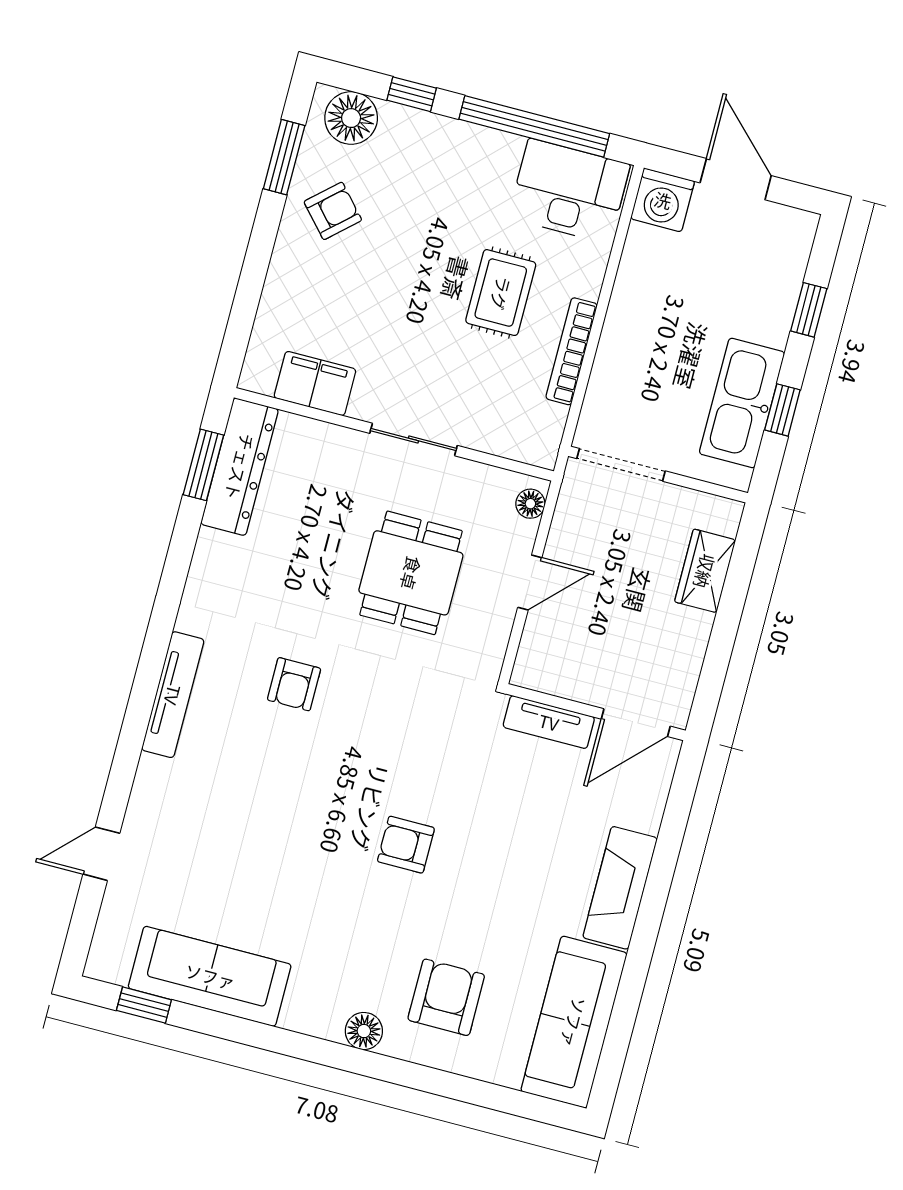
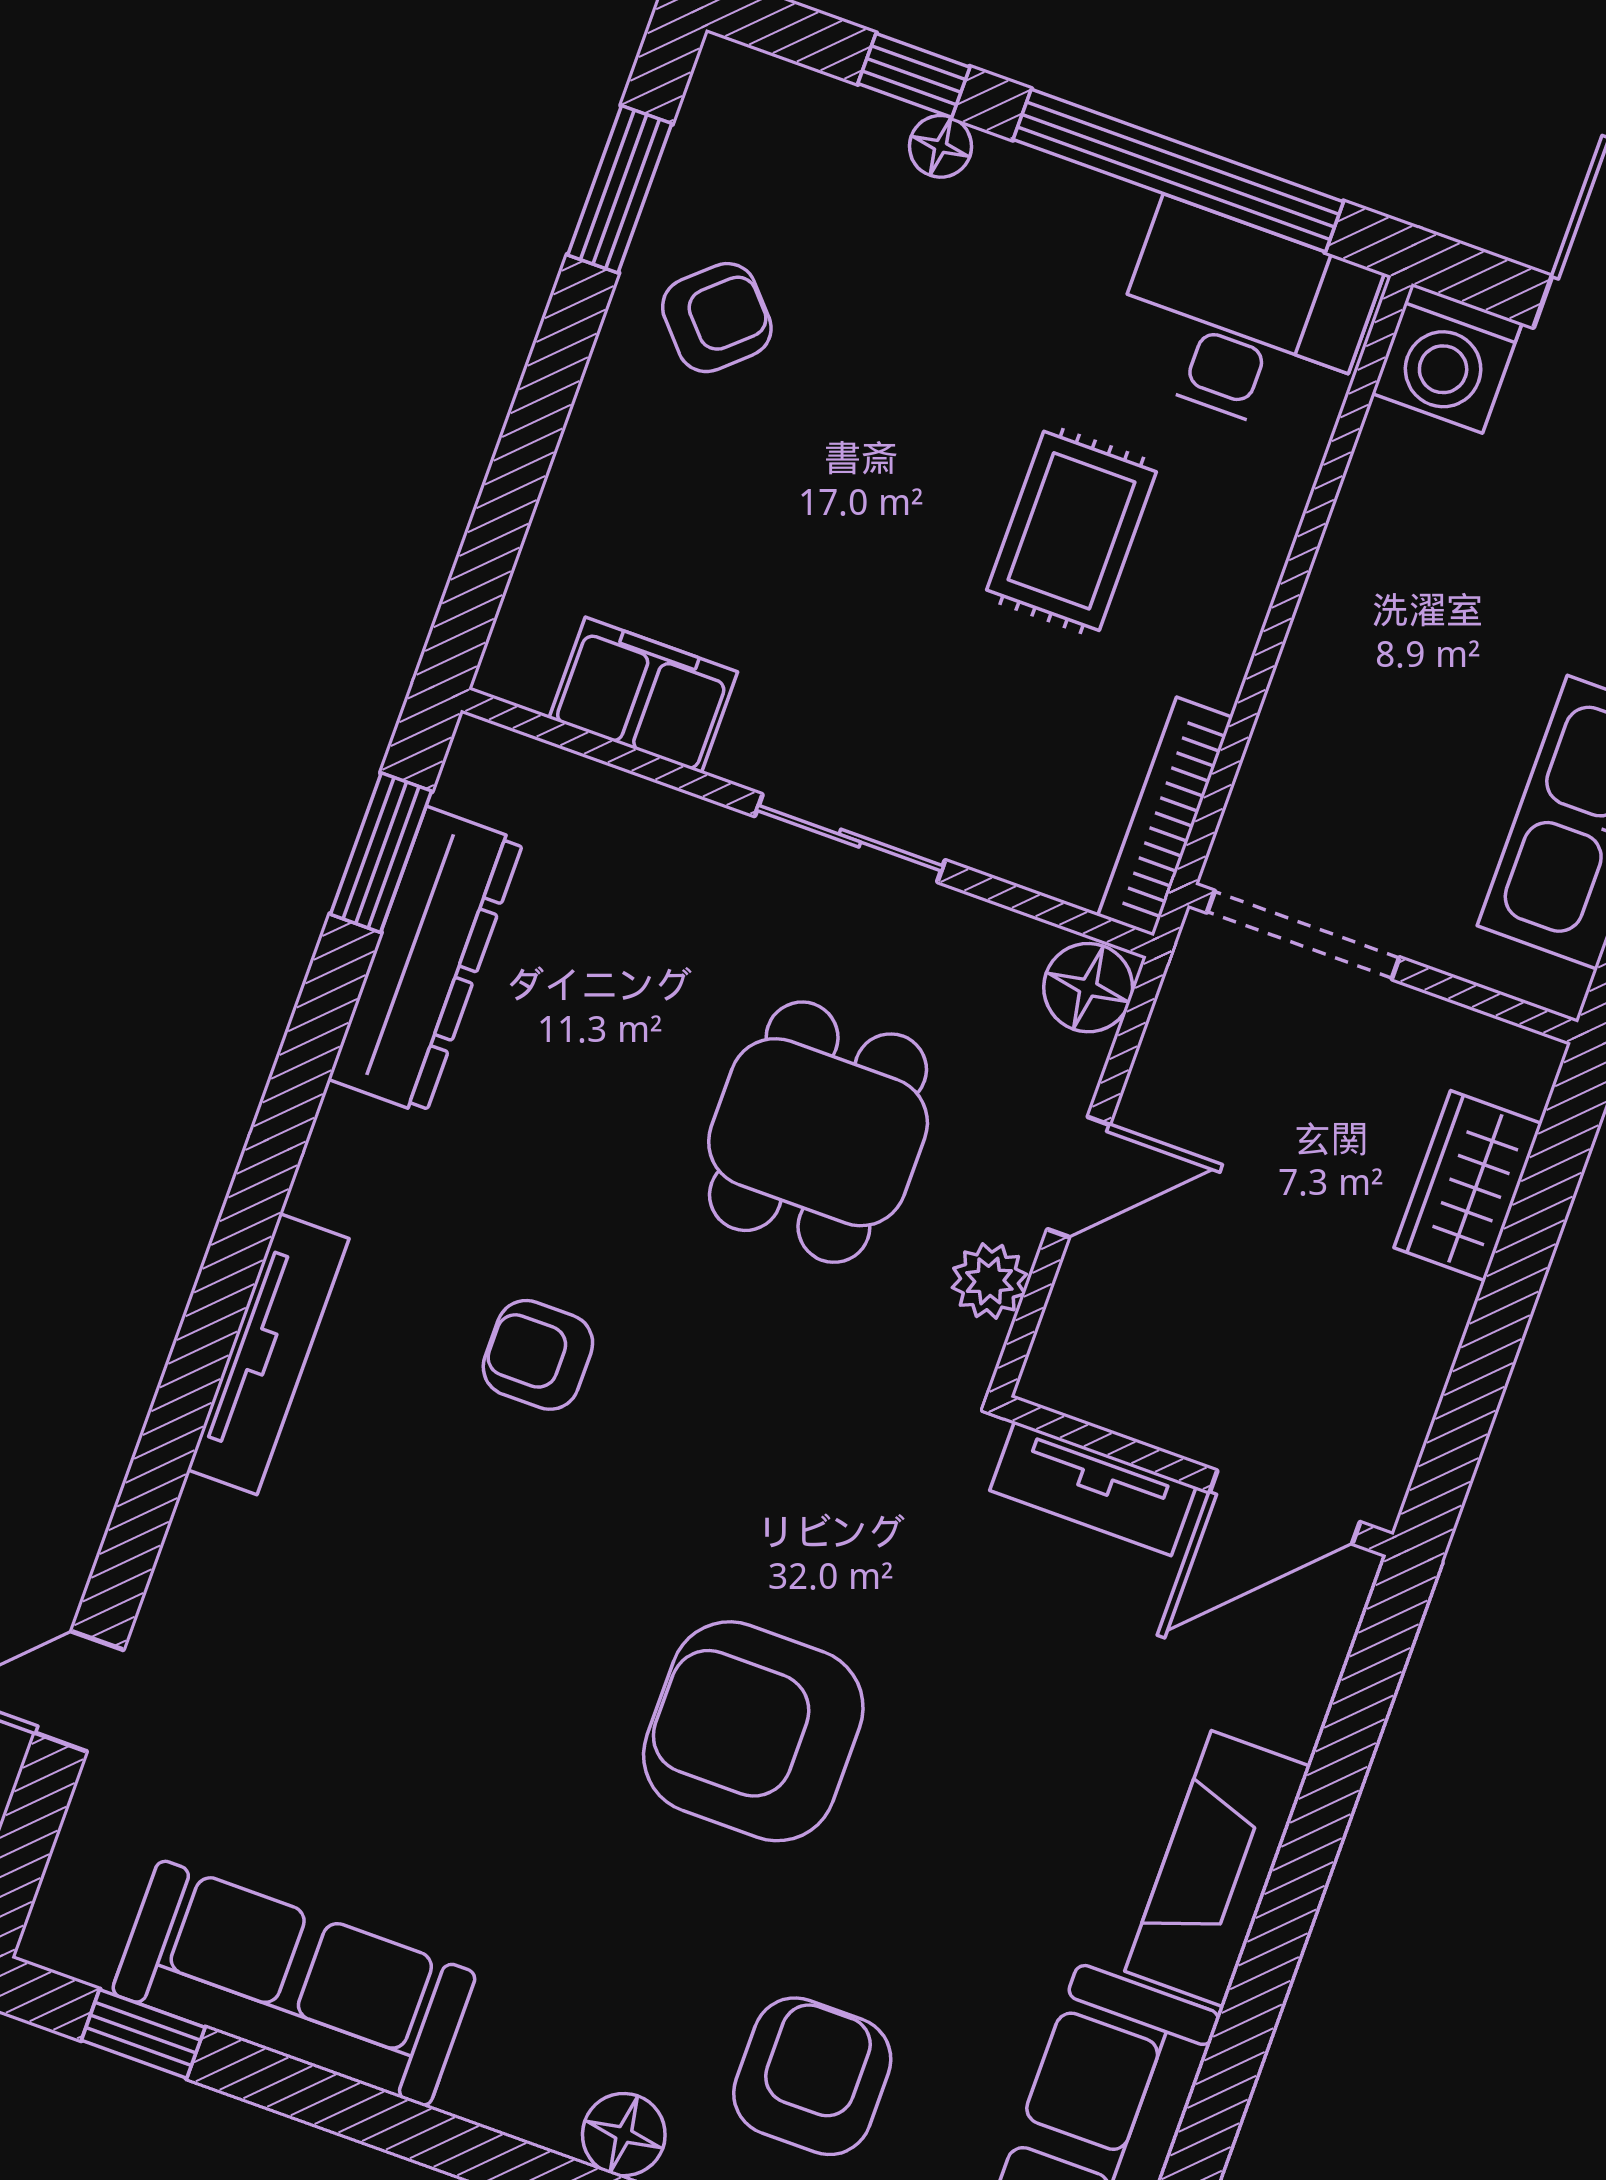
floor lamp: (351, 118) -> (940, 146), moved, width x0.53, depth x0.53
bookcase: (572, 351) -> (1165, 817), moved
dresser: (240, 467) -> (426, 960), moved
floor lamp: (530, 504) -> (1088, 988), width x1.37, depth x1.37
plant: (494, 633) -> (989, 1281), added
armchair: (294, 684) -> (538, 1355), turned 90
armchair: (406, 845) -> (753, 1731), width x1.88, depth x1.88

